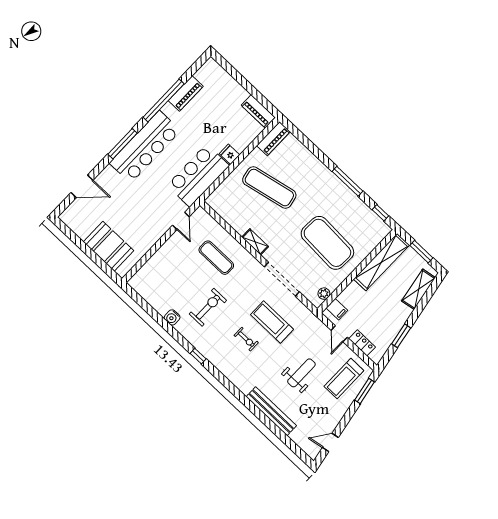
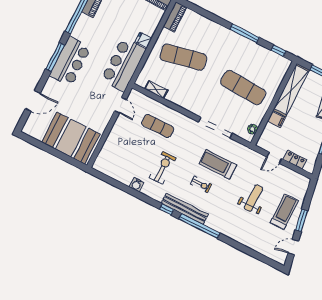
bar counter: (145, 147) -> (70, 61), width x0.73
shelving: (255, 242) -> (156, 89), moved
exercise mat: (327, 243) -> (243, 88), width x0.68
booth: (109, 246) -> (71, 138), width x1.36, depth x1.42
filing cabinet: (337, 309) -> (276, 120), moved
door: (339, 334) -> (274, 158), hinge flipped
treadmill: (344, 378) -> (284, 212), moved, turned 180
window: (230, 386) -> (199, 226), added
window: (365, 391) -> (301, 220), moved
bench: (271, 411) -> (185, 209), moved

